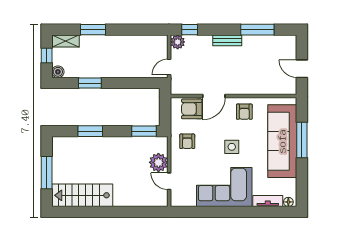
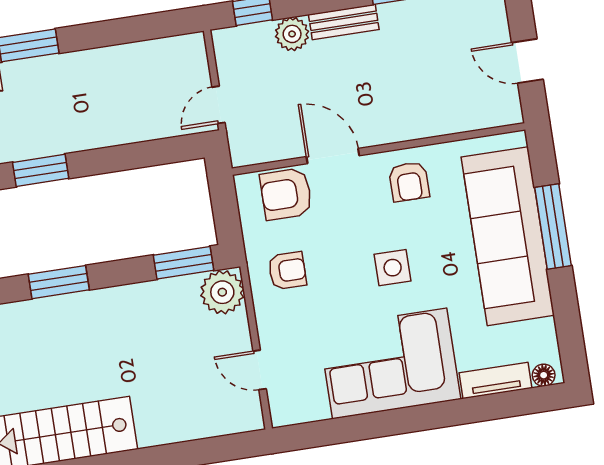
plant: (178, 42) -> (292, 34), moved
door: (214, 96) -> (333, 156), swing flipped
armchair: (187, 141) -> (287, 271), turned -90
plant: (158, 162) -> (222, 292), moved

